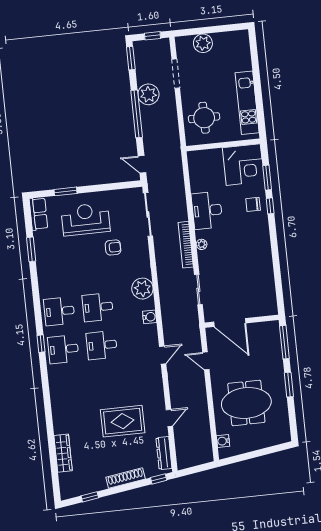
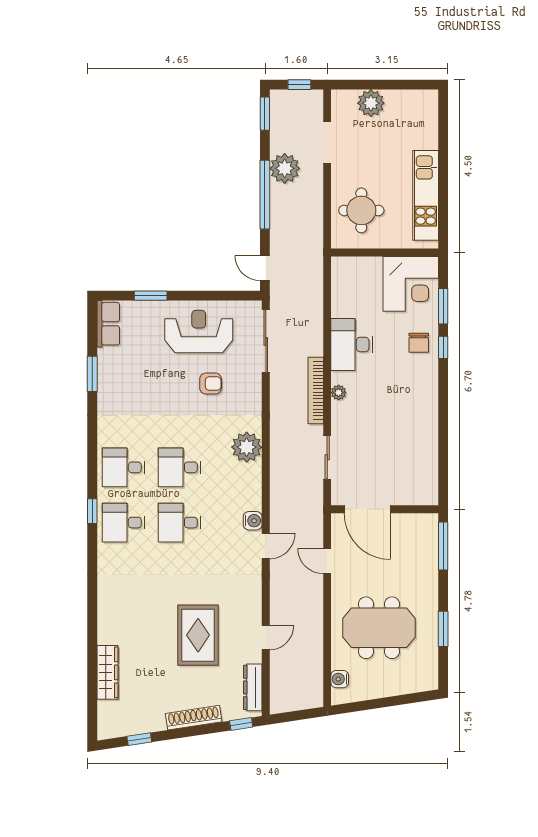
chair: (253, 204) -> (419, 343), turned -90
reception desk: (86, 219) -> (199, 332), moved
water cooler: (150, 317) -> (253, 521), moved
window: (289, 385) -> (443, 629), moved
rug: (123, 421) -> (198, 635), turned 90

